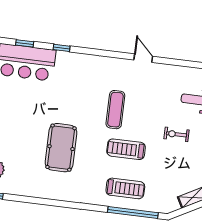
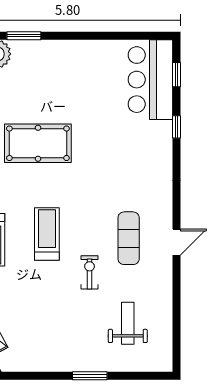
exercise mat: (115, 110) -> (129, 238), moved, turned 90
exercise bike: (177, 134) -> (90, 272), moved

